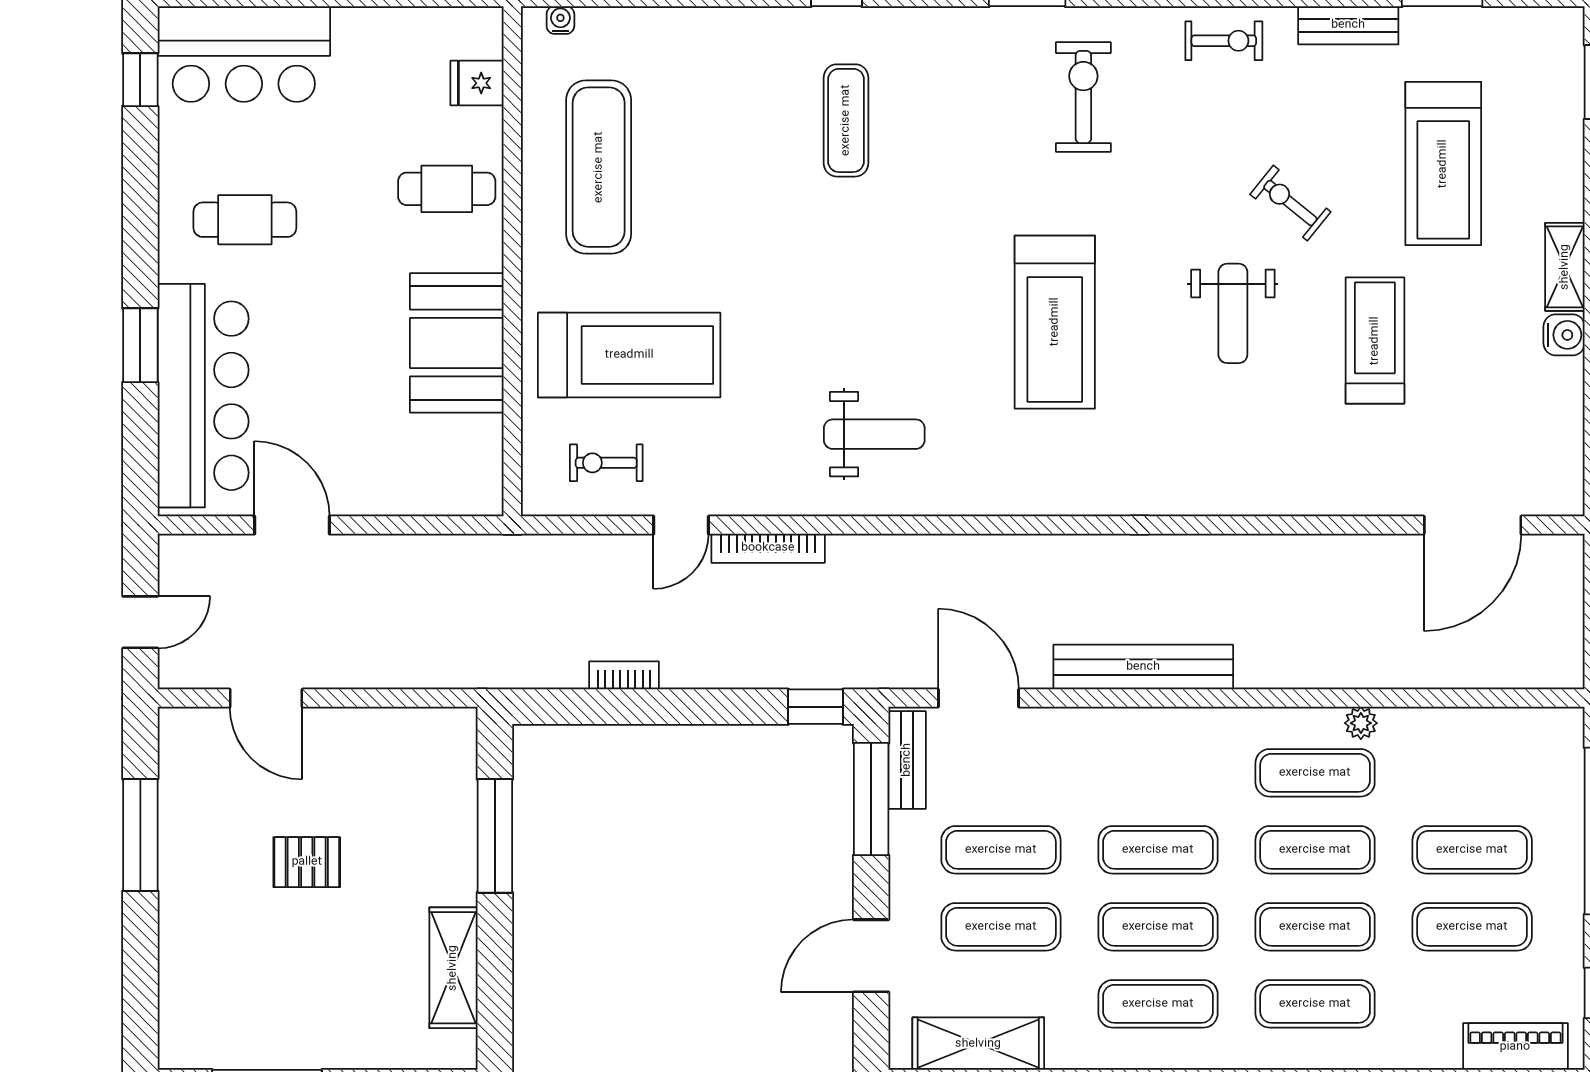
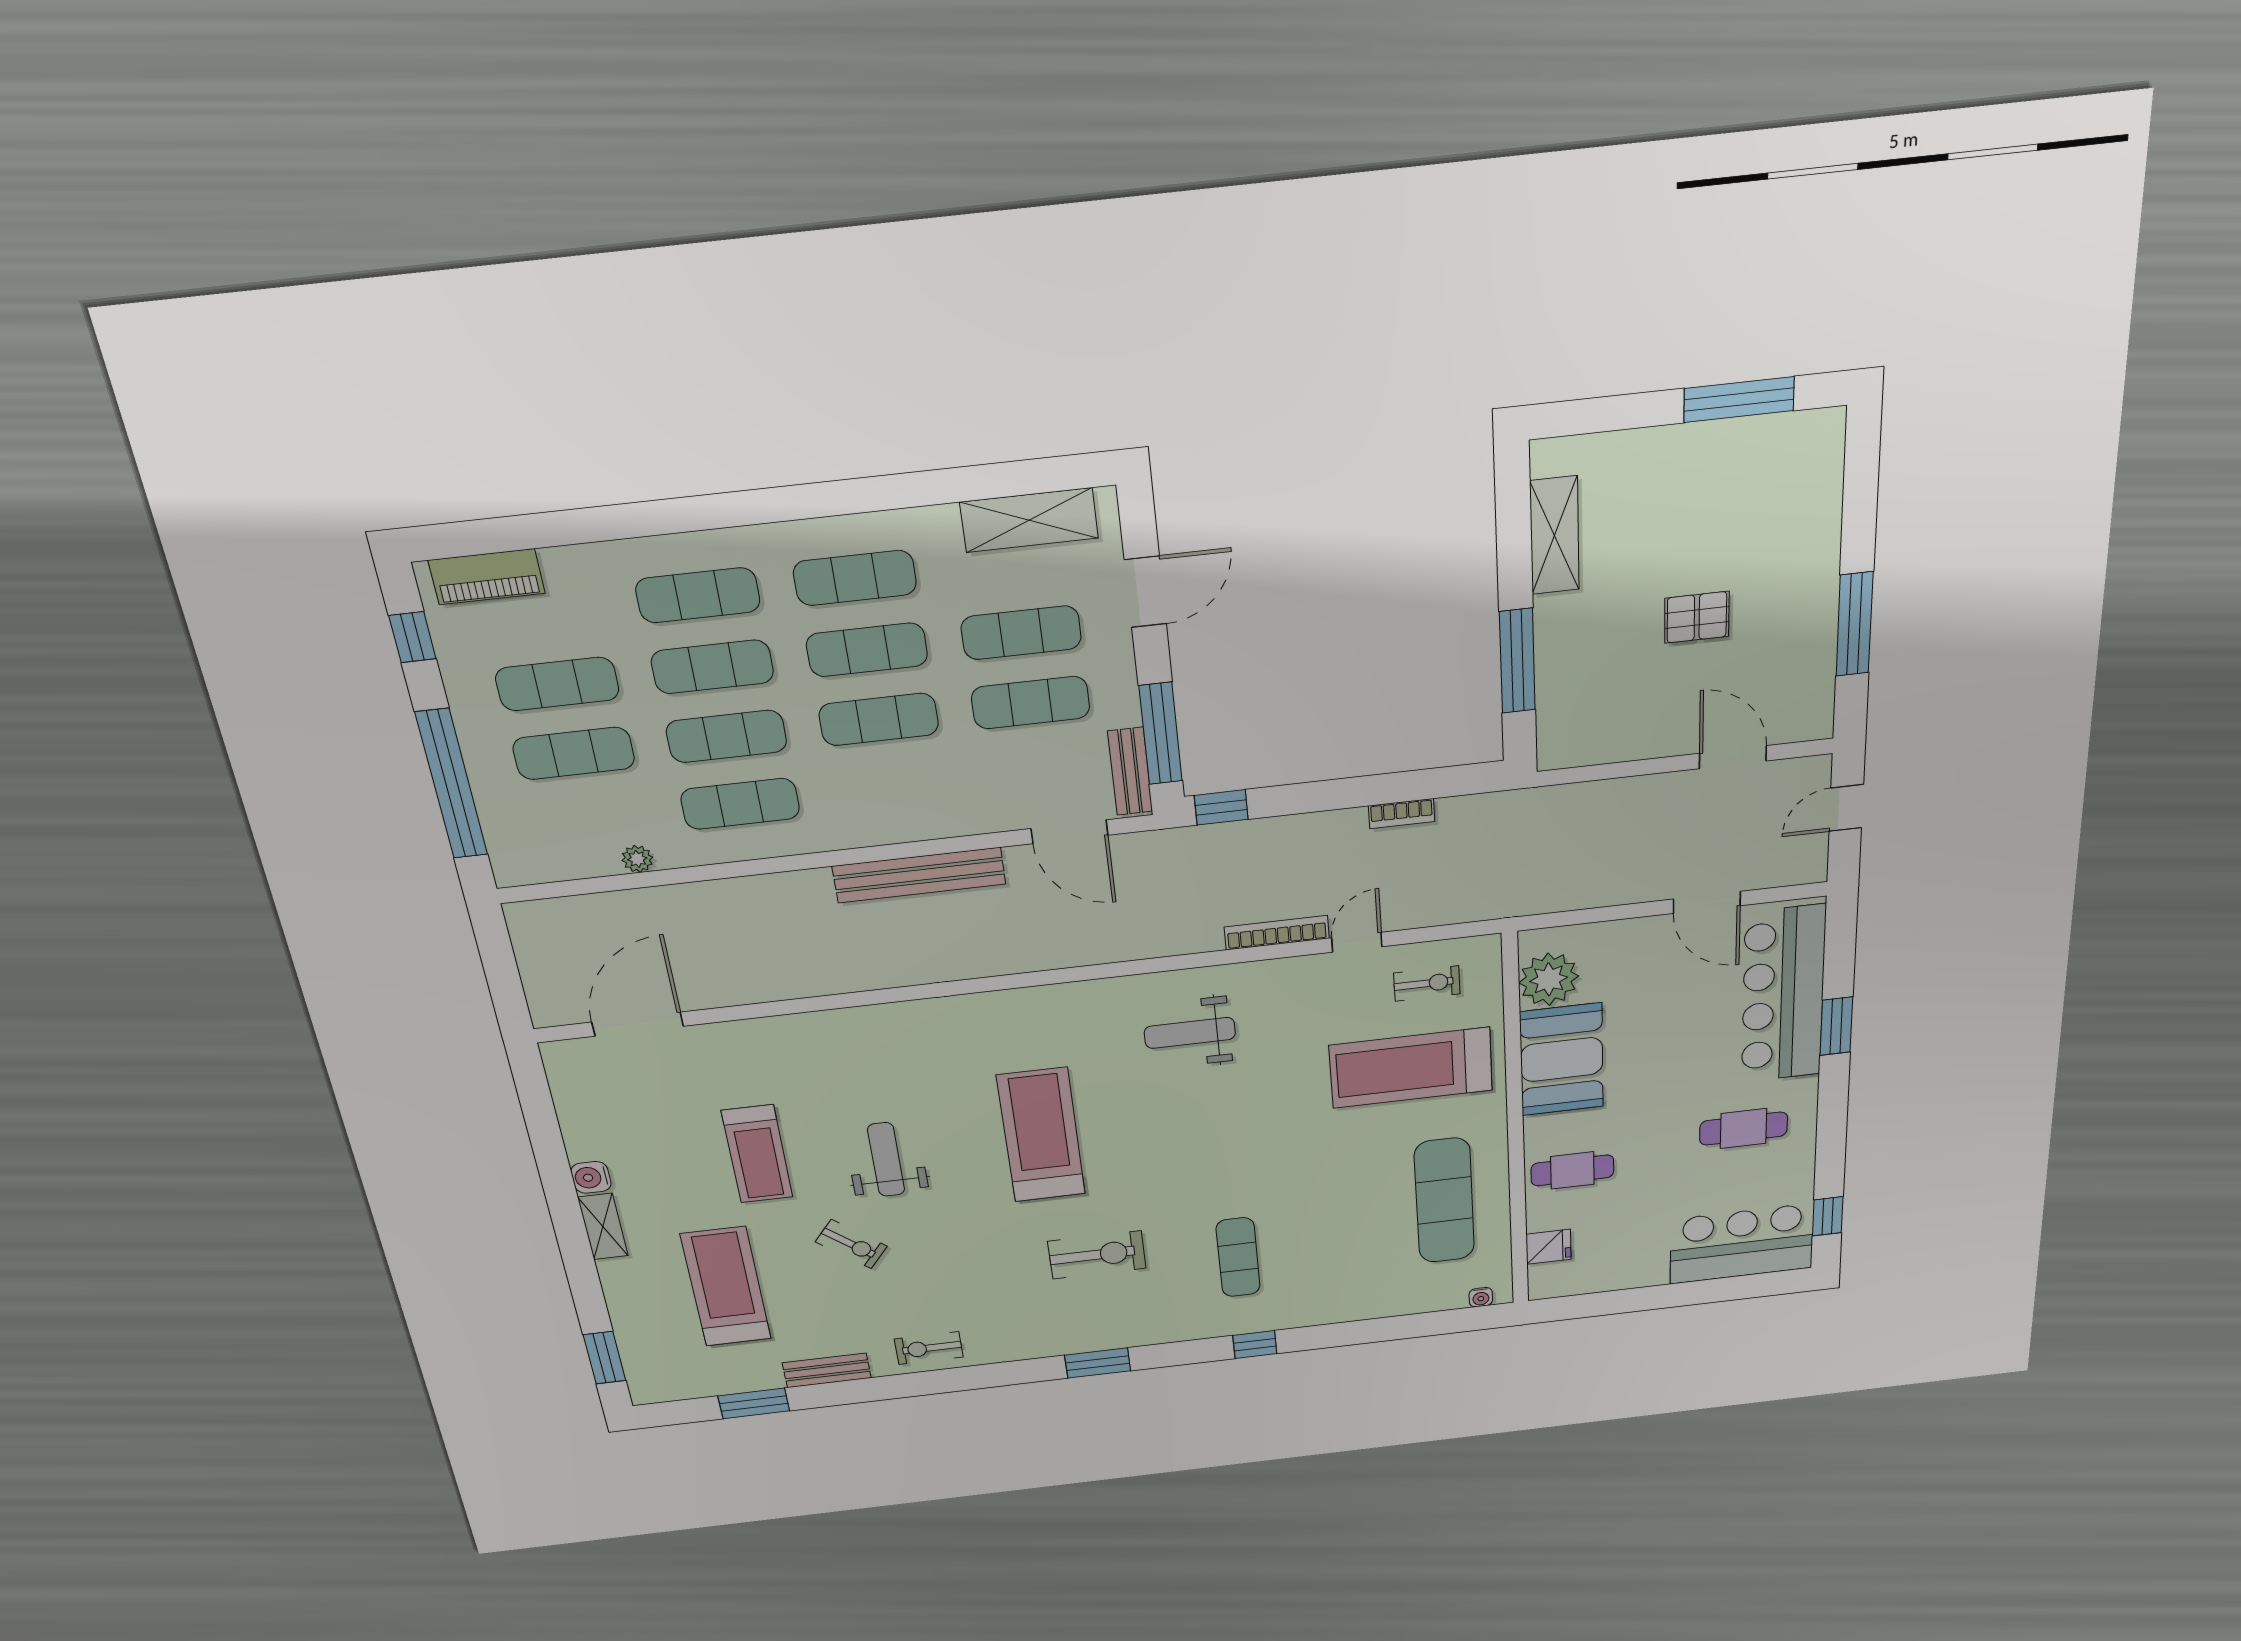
exercise bike: (1083, 97) -> (1097, 1255), moved, turned -90
plant: (470, 450) -> (1549, 979), added
plant: (1361, 723) -> (637, 859), moved

